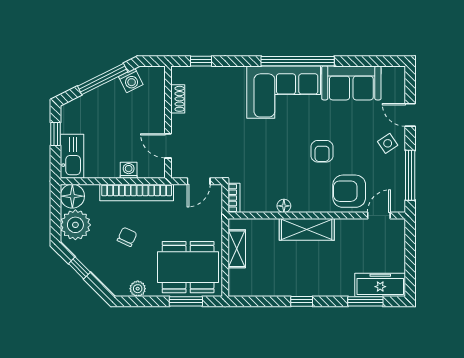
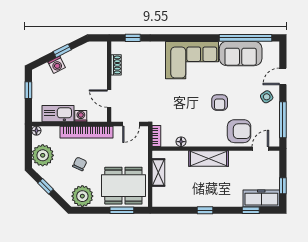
window: (298, 61) -> (245, 38), moved
window: (103, 79) -> (62, 51), width x0.46
washing machine: (131, 81) -> (57, 65), moved
door: (410, 115) -> (283, 76), hinge flipped
kitchen sink: (72, 156) -> (58, 114), moved, turned -90
armchair: (349, 191) -> (239, 131), turned 180
floor lamp: (72, 196) -> (36, 131), width x0.53, depth x0.53
floor lamp: (284, 206) -> (181, 142), moved
window: (410, 267) -> (283, 186), added
plant: (138, 289) -> (82, 196), width x1.87, depth x1.87
window: (365, 301) -> (251, 210), width x0.67

